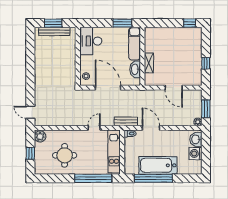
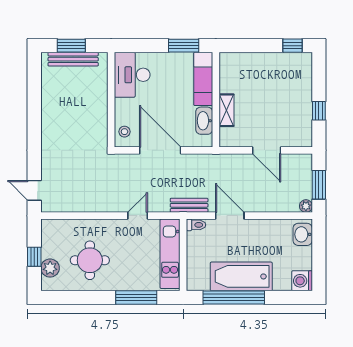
plant: (40, 136) -> (50, 268), moved
washing machine: (195, 153) -> (302, 281), moved
window: (93, 178) -> (136, 297), width x0.68

